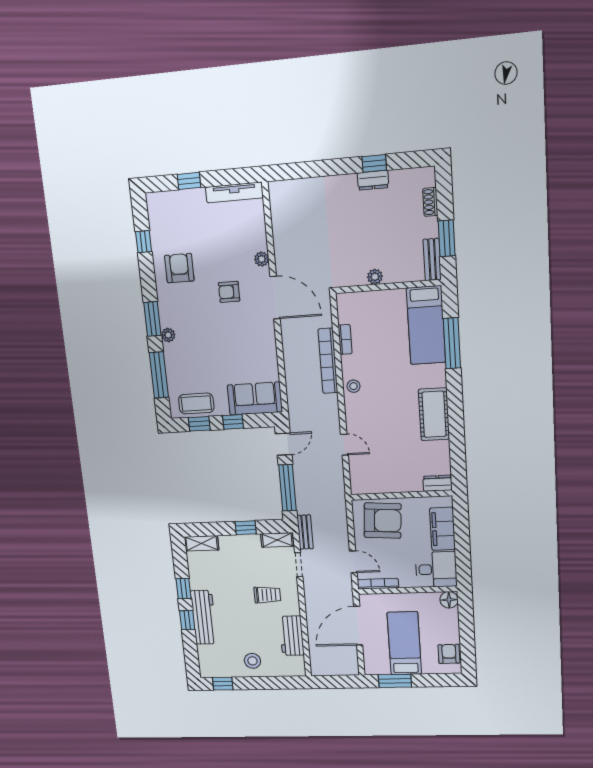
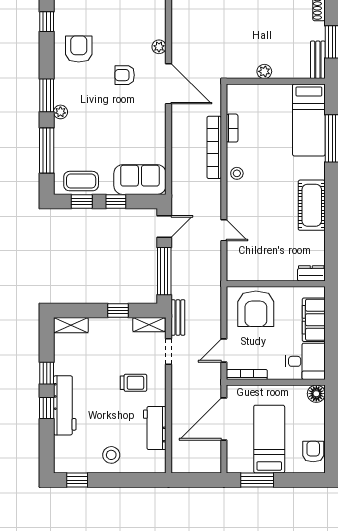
armchair: (383, 521) -> (256, 309), turned 86
door: (353, 562) -> (224, 351), swing flipped

